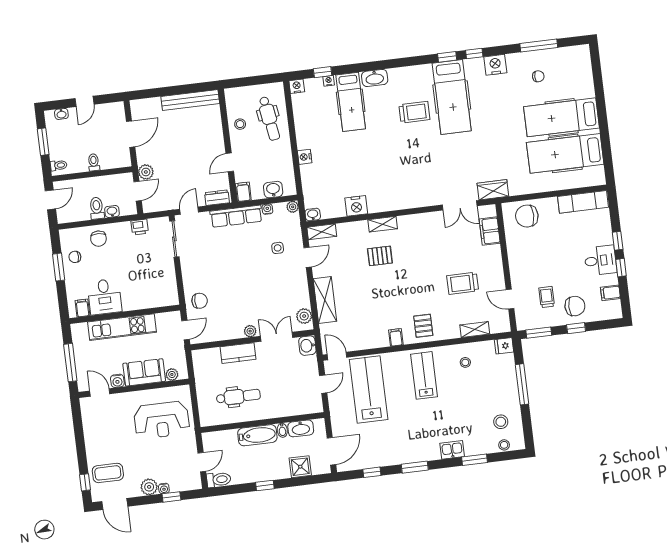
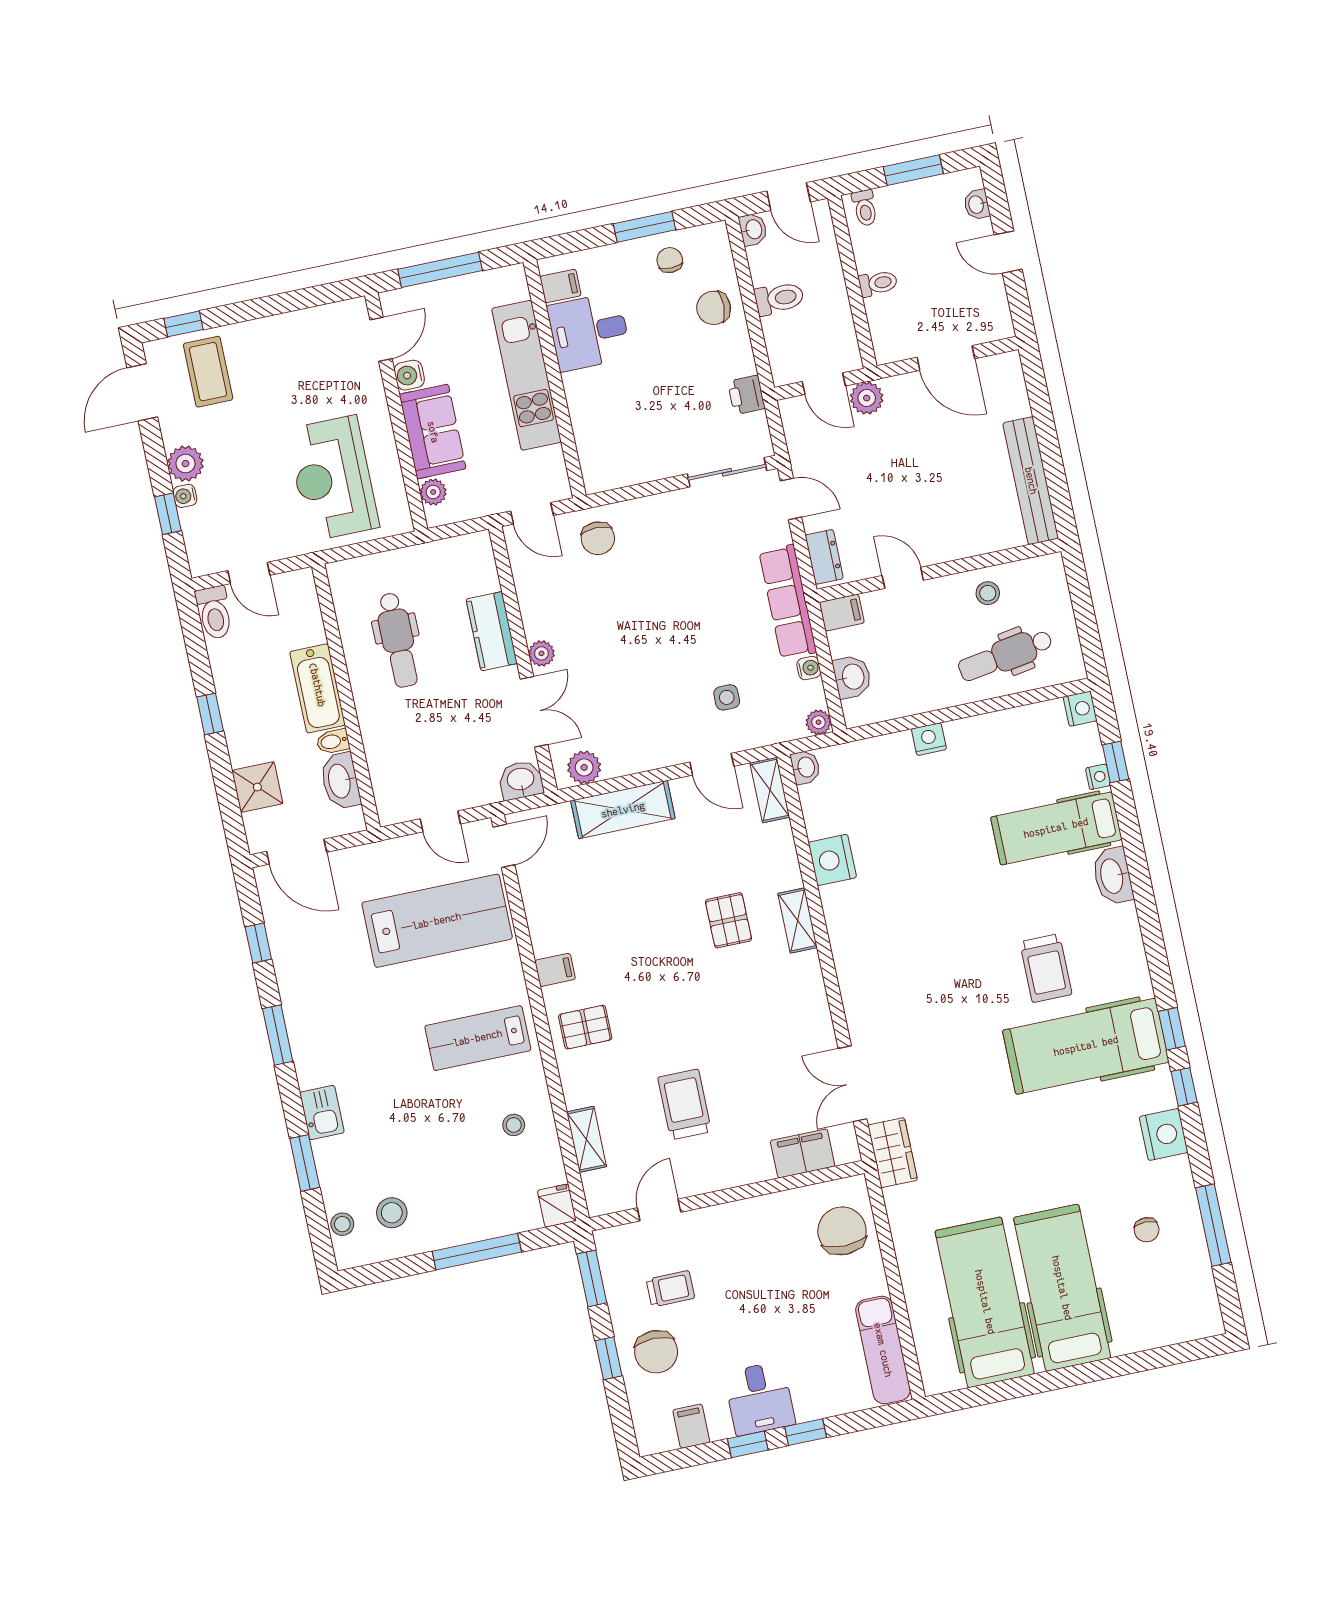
washbasin: (112, 212) -> (753, 229), moved
lab bench: (424, 375) -> (478, 1038), turned 180

